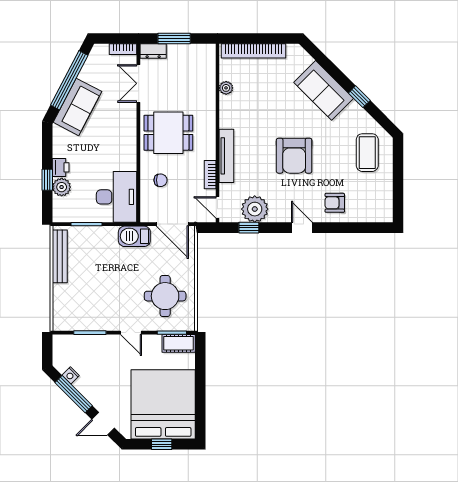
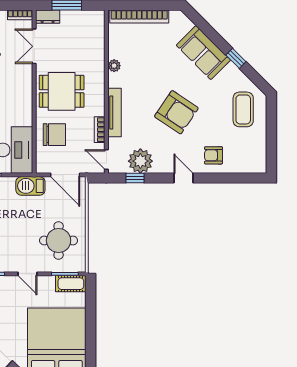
plant: (226, 88) -> (114, 66), moved
armchair: (294, 156) -> (176, 112), turned -56
chair: (161, 180) -> (54, 135), width x1.87, depth x1.87

